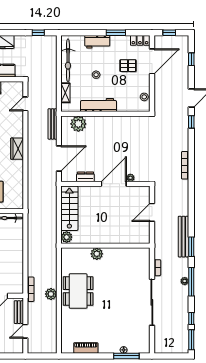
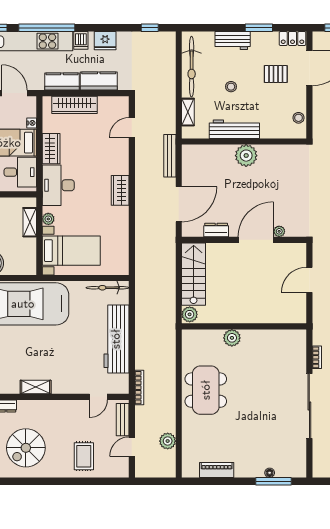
plant: (78, 124) -> (246, 156), moved
workbench: (14, 255) -> (116, 339), added
plant: (51, 294) -> (168, 441), moved

